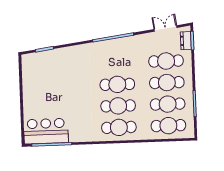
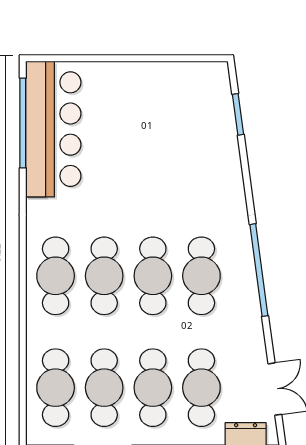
cafe table: (117, 63) -> (201, 276), added
bar counter: (46, 131) -> (53, 129), width x1.36

